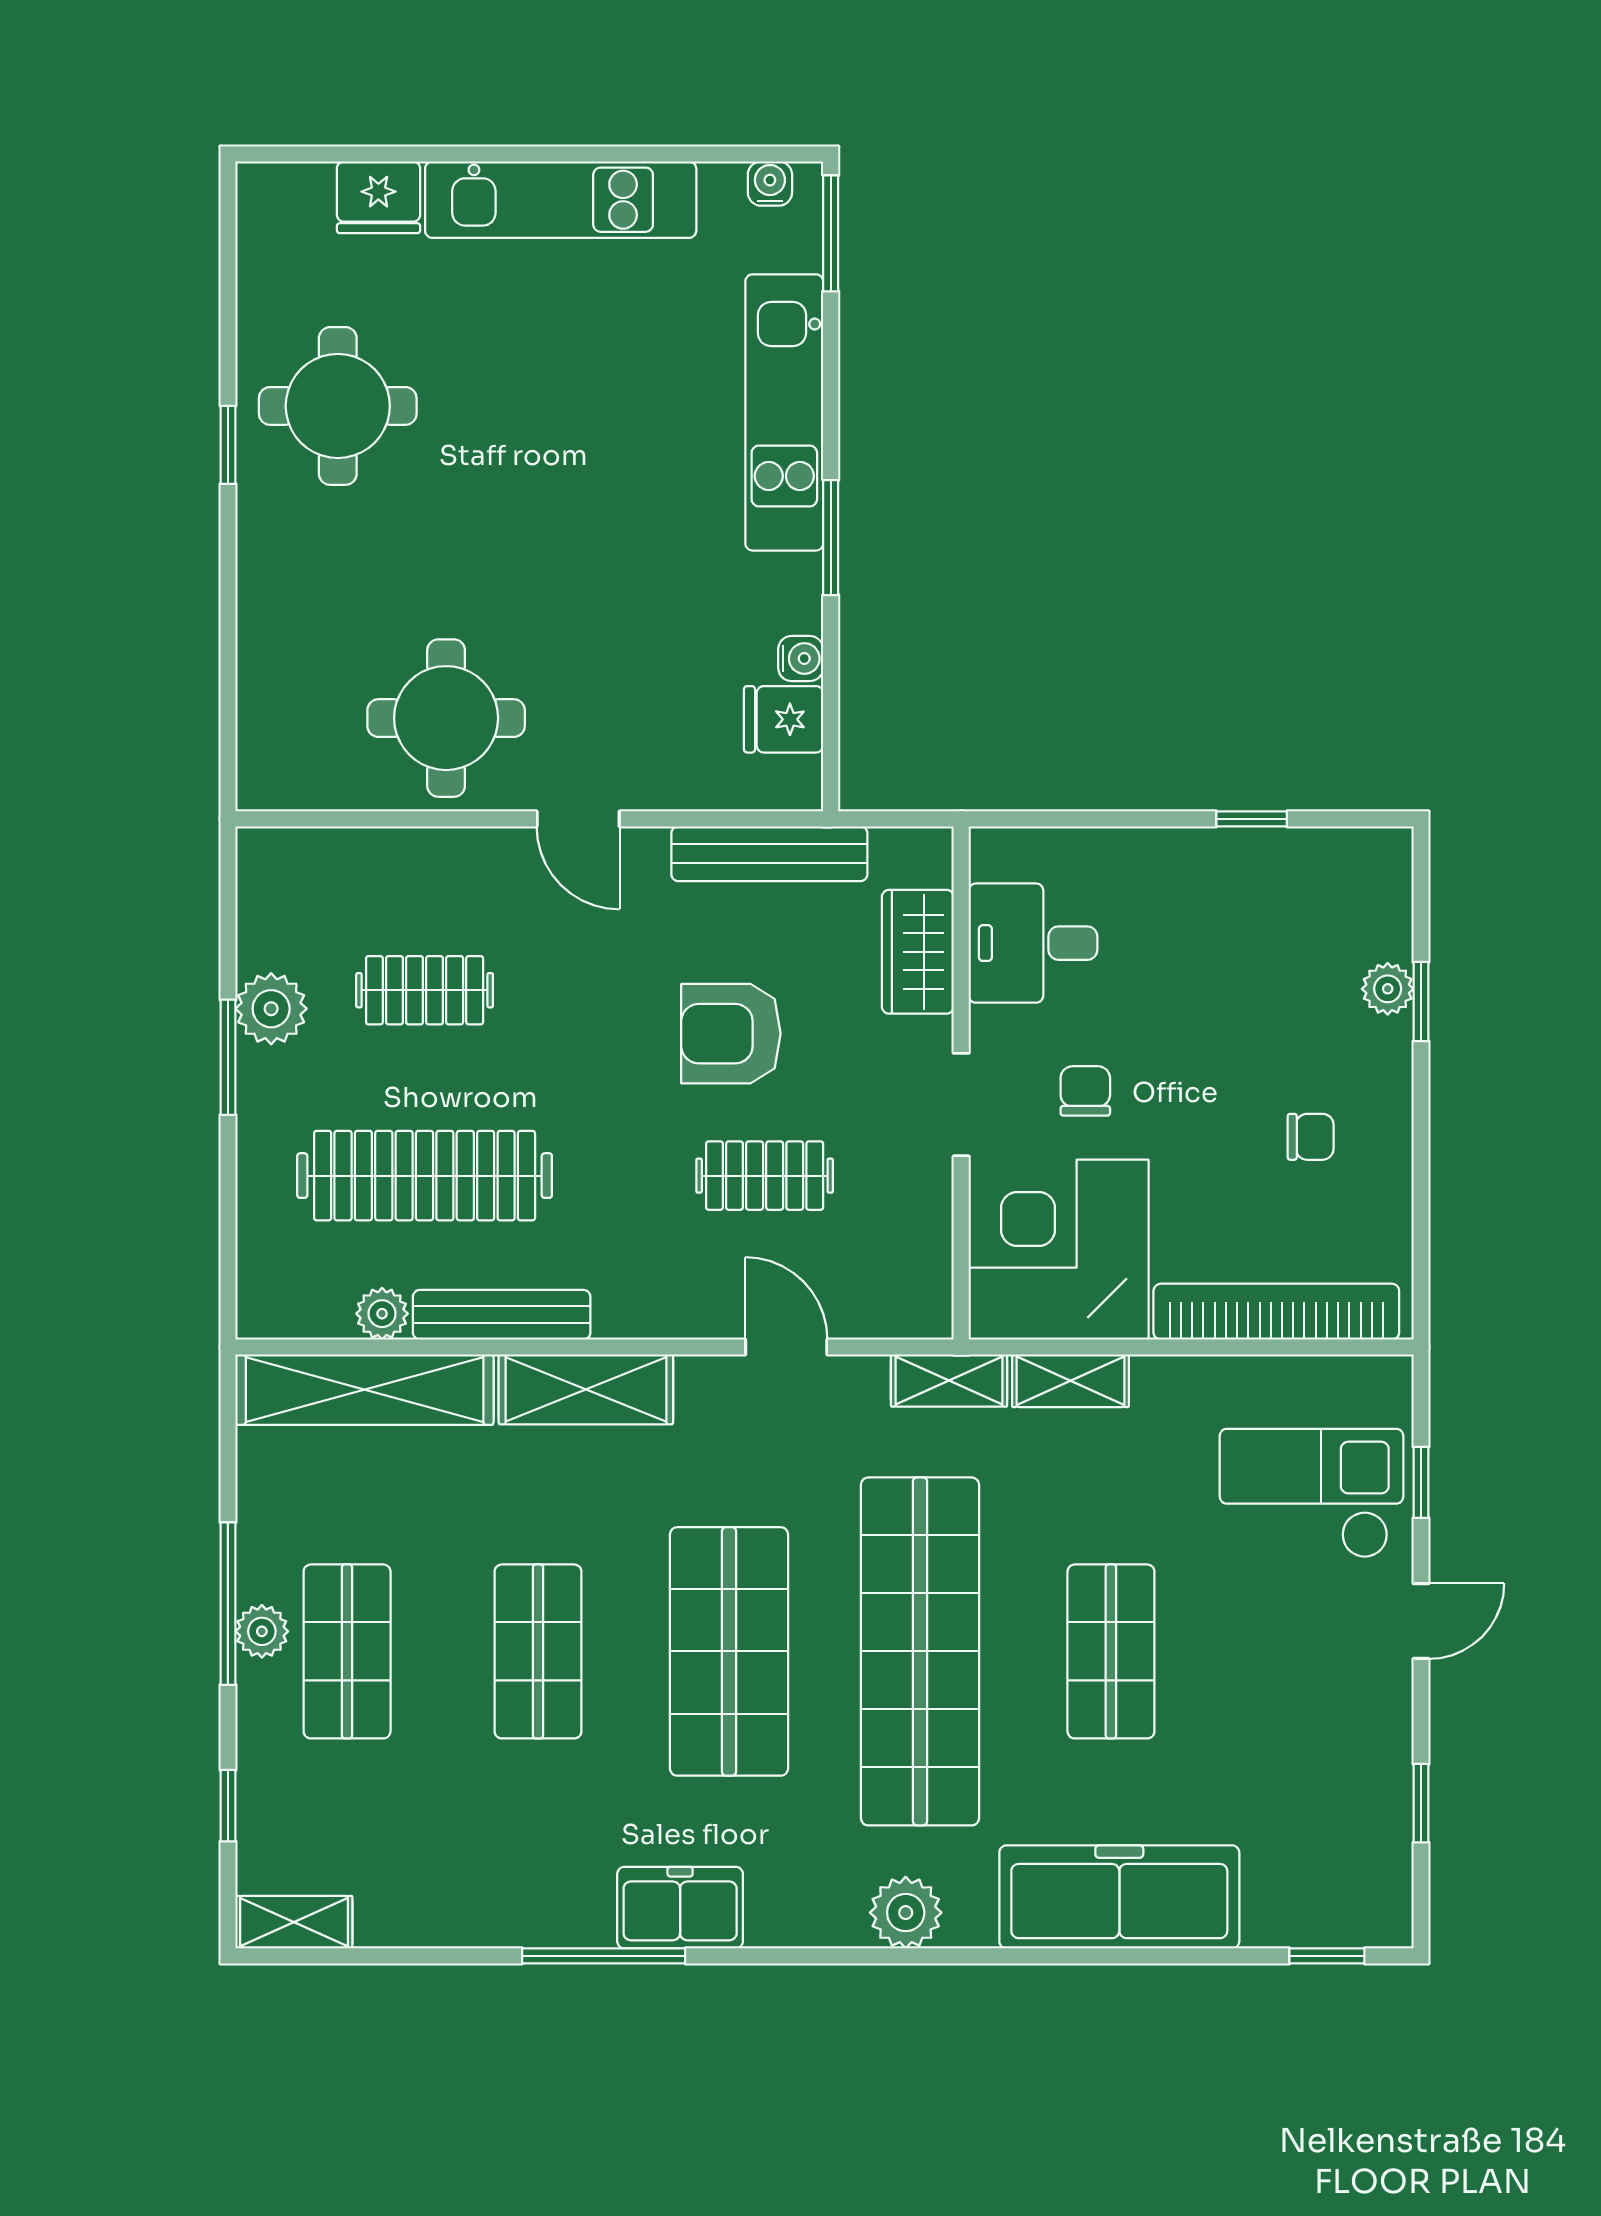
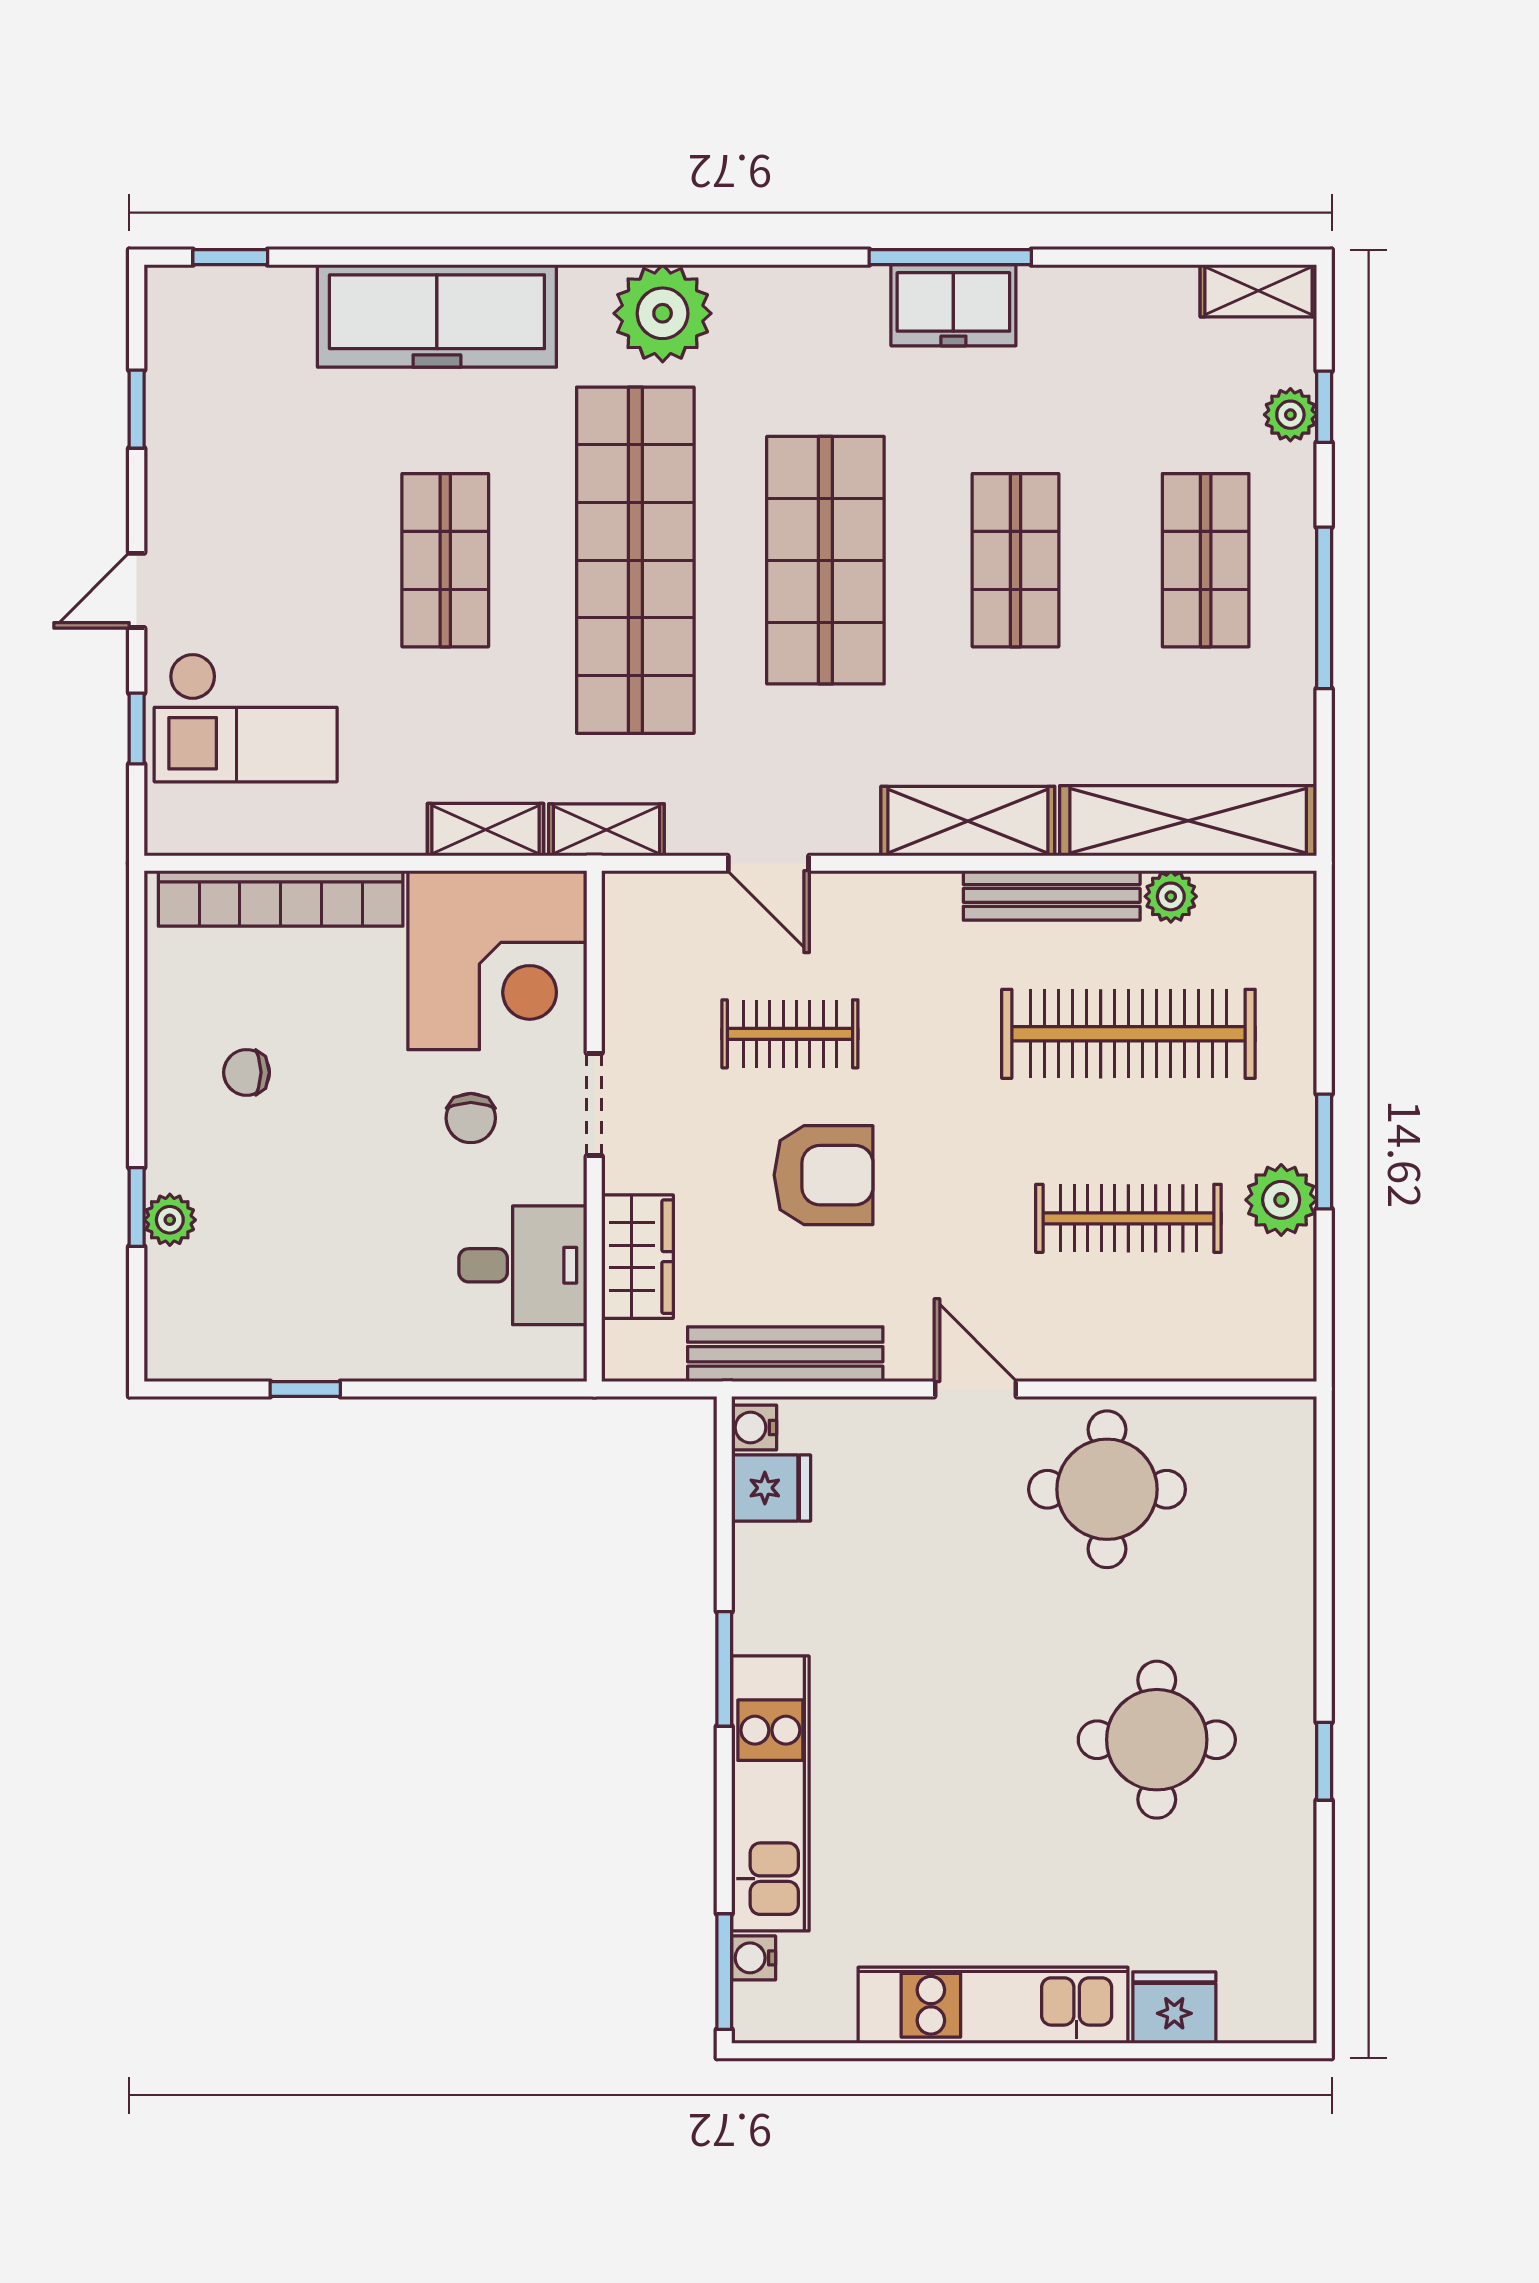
water cooler: (770, 184) -> (754, 1958), moved, turned 90
round table: (338, 406) -> (1157, 1740), moved
water cooler: (801, 659) -> (754, 1427), moved
clothes rail: (425, 990) -> (1128, 1218), width x1.36
plant: (262, 1631) -> (1290, 415), moved
freezer: (680, 1908) -> (953, 305), moved
plant: (906, 1913) -> (663, 313), width x1.36, depth x1.36

